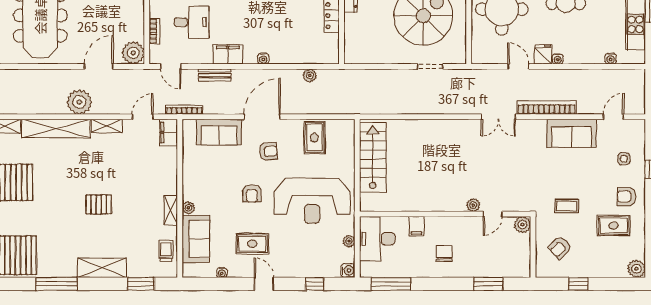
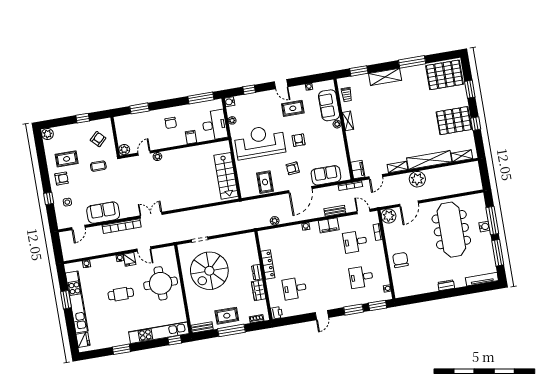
pallet: (99, 204) -> (394, 117), removed

